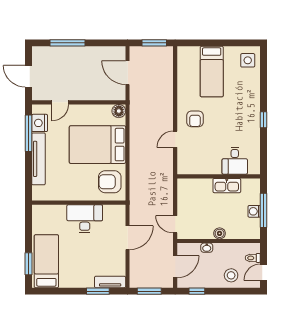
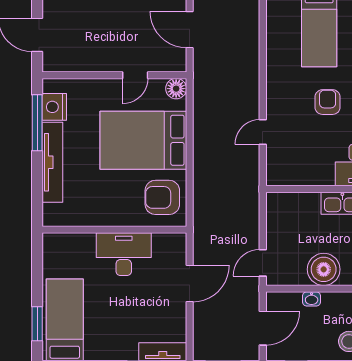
door: (60, 102) -> (135, 75), moved
armchair: (195, 119) -> (328, 102), moved, turned 180
door: (175, 224) -> (263, 263), hinge flipped
boiler: (220, 233) -> (324, 269), width x1.86, depth x1.86

